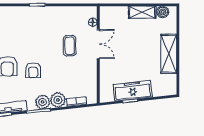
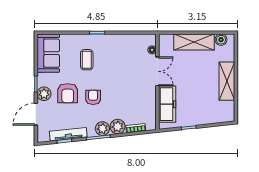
shelving: (142, 12) -> (194, 42), width x1.50, depth x1.33
coffee table: (70, 46) -> (87, 60), moved
armchair: (33, 70) -> (93, 97), turned 180
freezer: (133, 91) -> (167, 104), moved, turned 96

